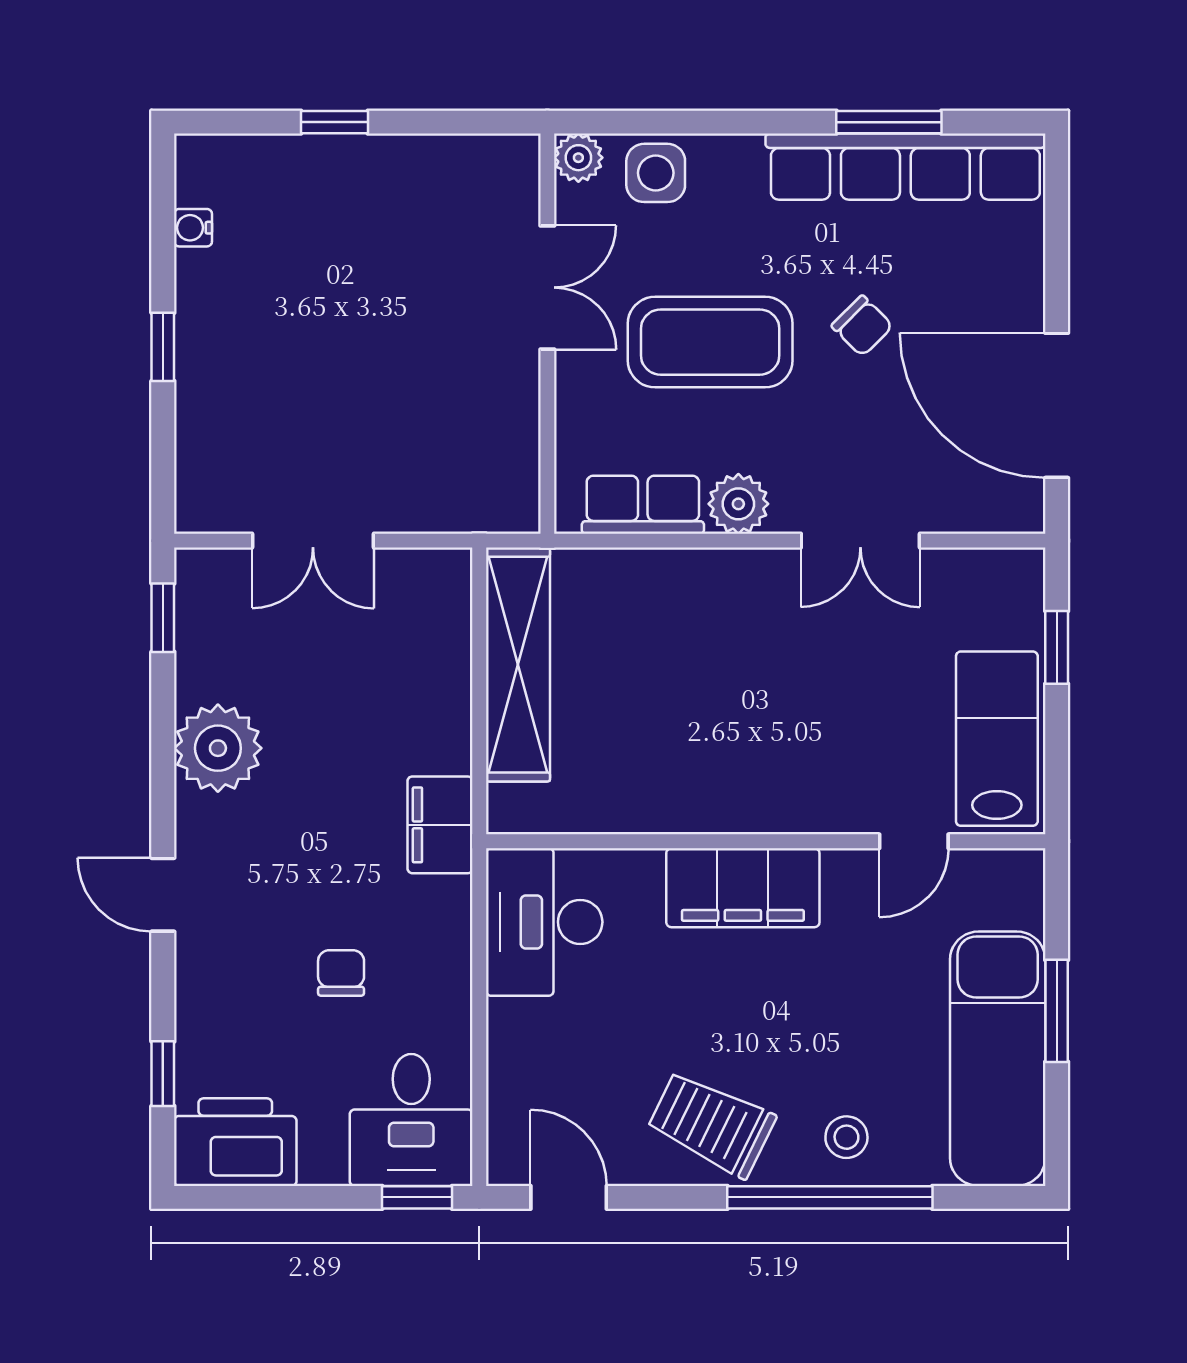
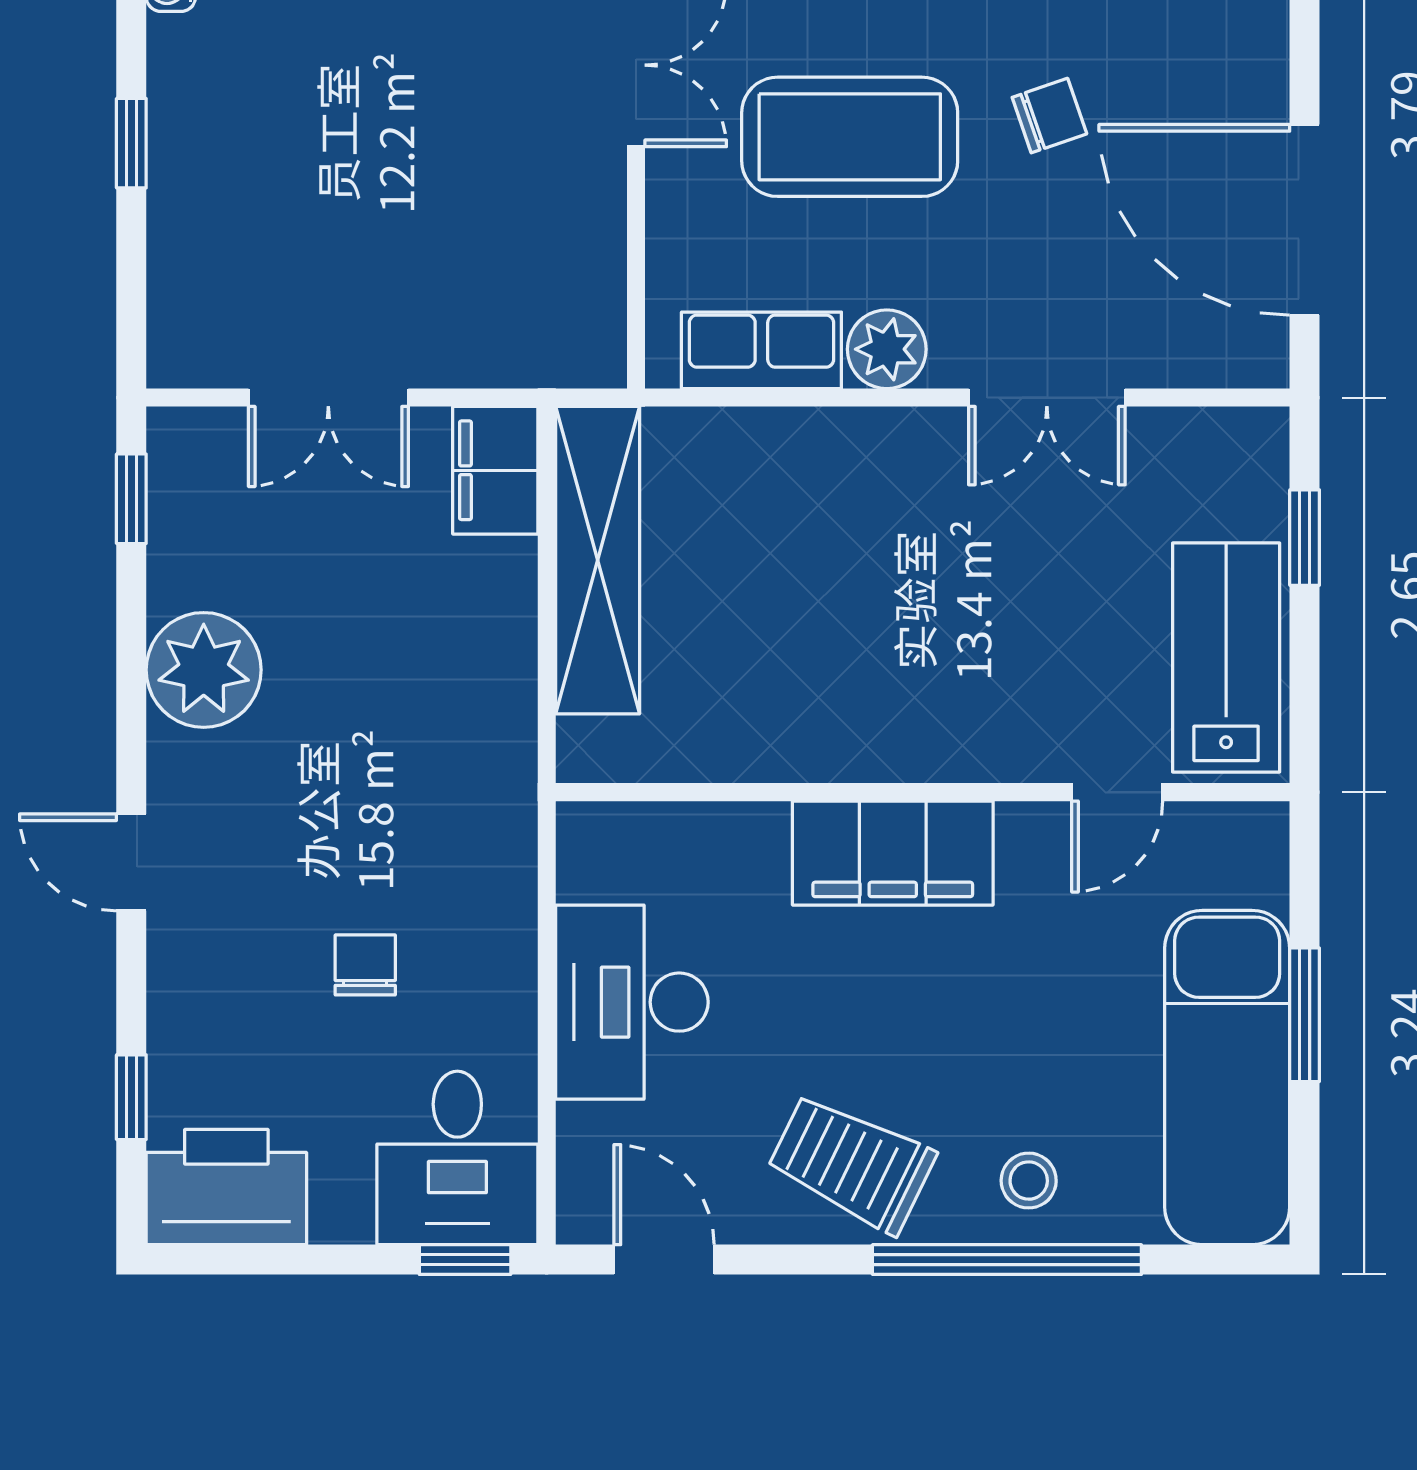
chair: (862, 326) -> (1049, 116), turned -64
filing cabinet: (440, 825) -> (495, 470), moved
desk: (544, 922) -> (632, 1002), moved

